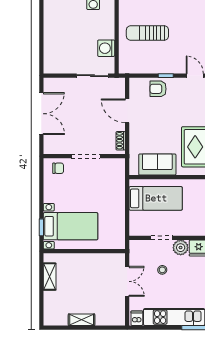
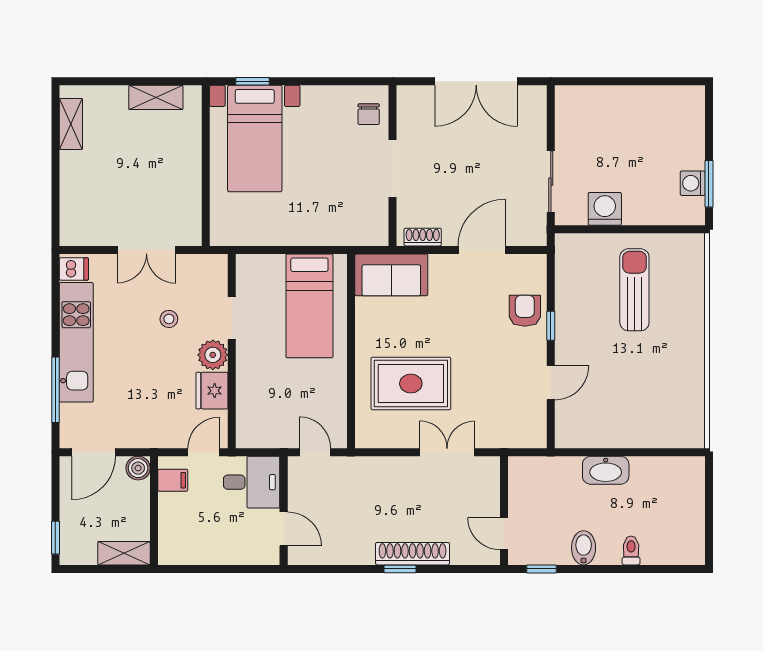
sofa: (157, 165) -> (391, 275), moved, turned 90
shelving: (82, 320) -> (71, 124), moved

